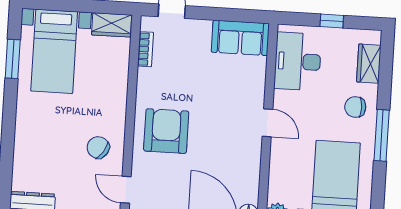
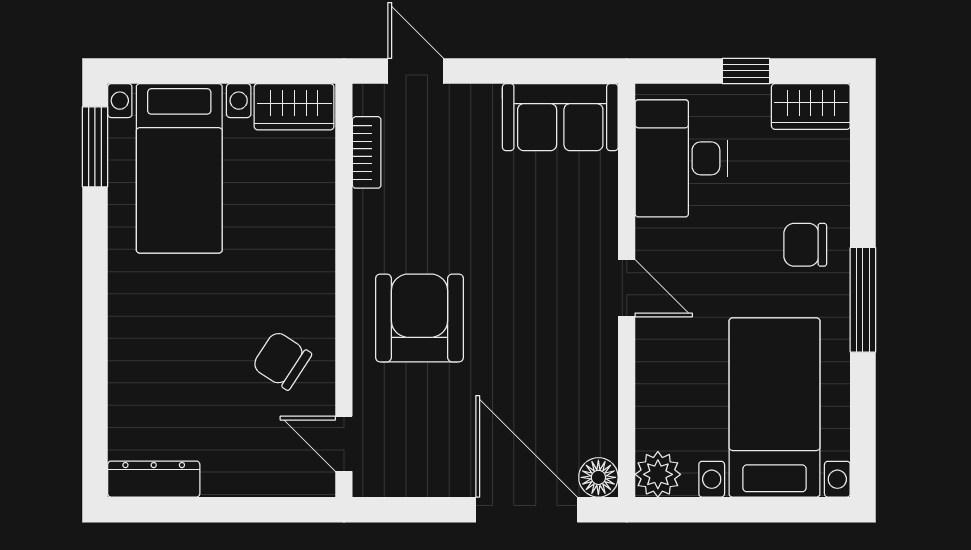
window: (13, 59) -> (95, 147), moved
wardrobe: (369, 64) -> (811, 106), moved, turned -90

